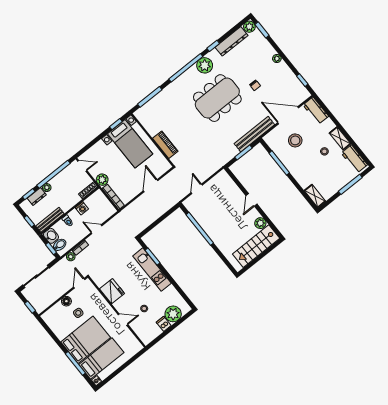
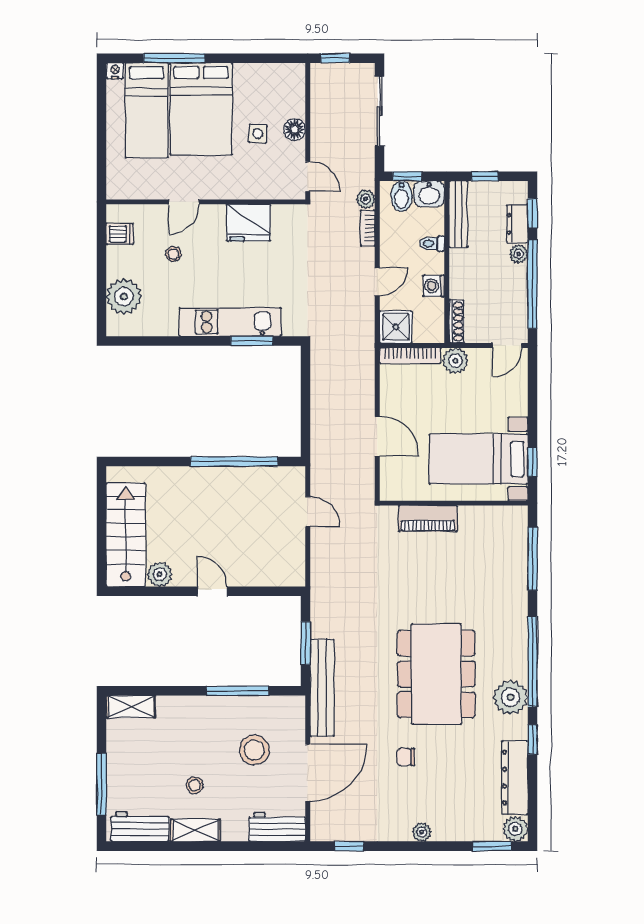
shower: (107, 210) -> (396, 327), added
dishwasher: (164, 324) -> (120, 234), moved

